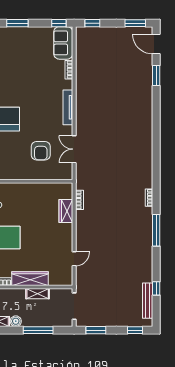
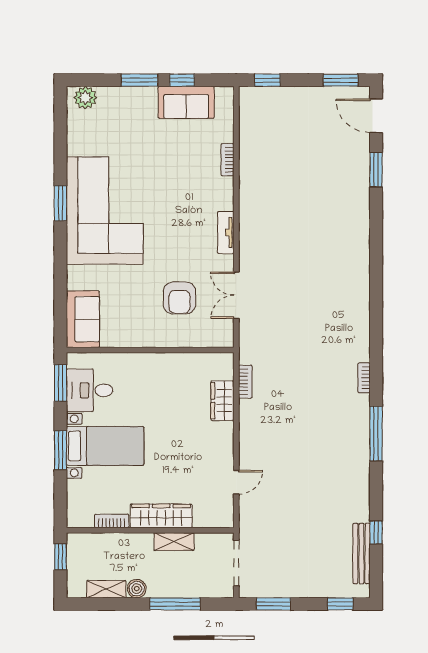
window: (59, 23) -> (182, 80), moved
sofa: (63, 43) -> (186, 102), moved, turned -90
tv unit: (68, 107) -> (226, 232), width x0.71

